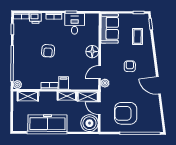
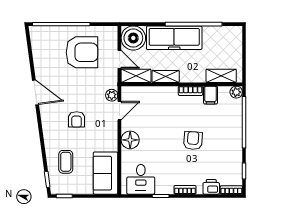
desk: (75, 24) -> (141, 179), moved
filing cabinet: (64, 83) -> (210, 95), moved
freezer: (47, 123) -> (174, 38), moved

